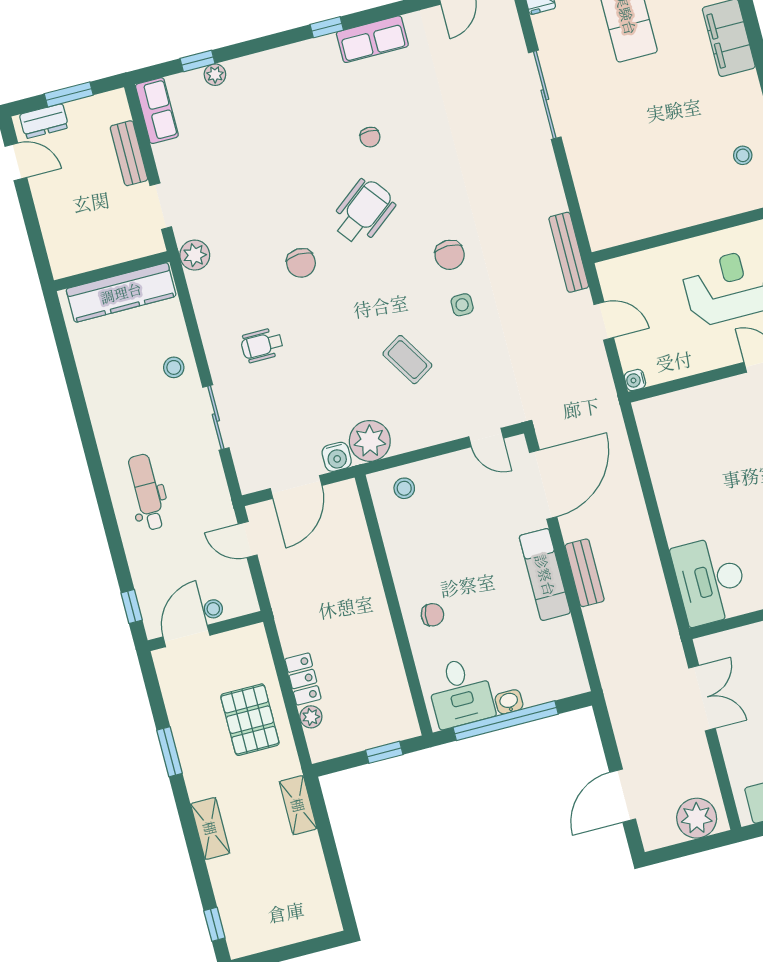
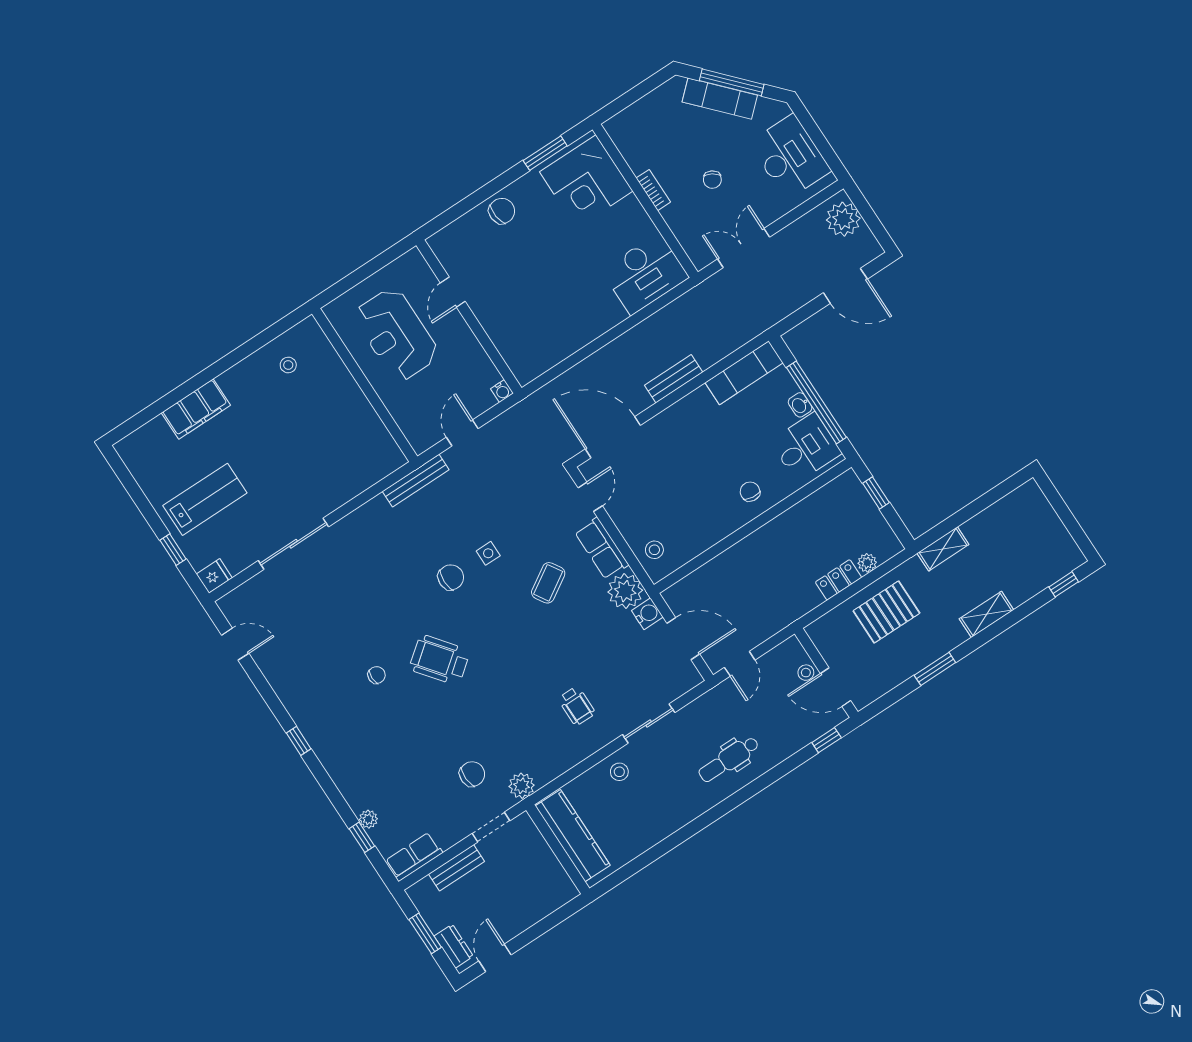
row of seats: (372, 39) -> (602, 548), moved, turned 180
chair: (301, 263) -> (472, 774), moved
exam couch: (545, 575) -> (744, 373), moved

